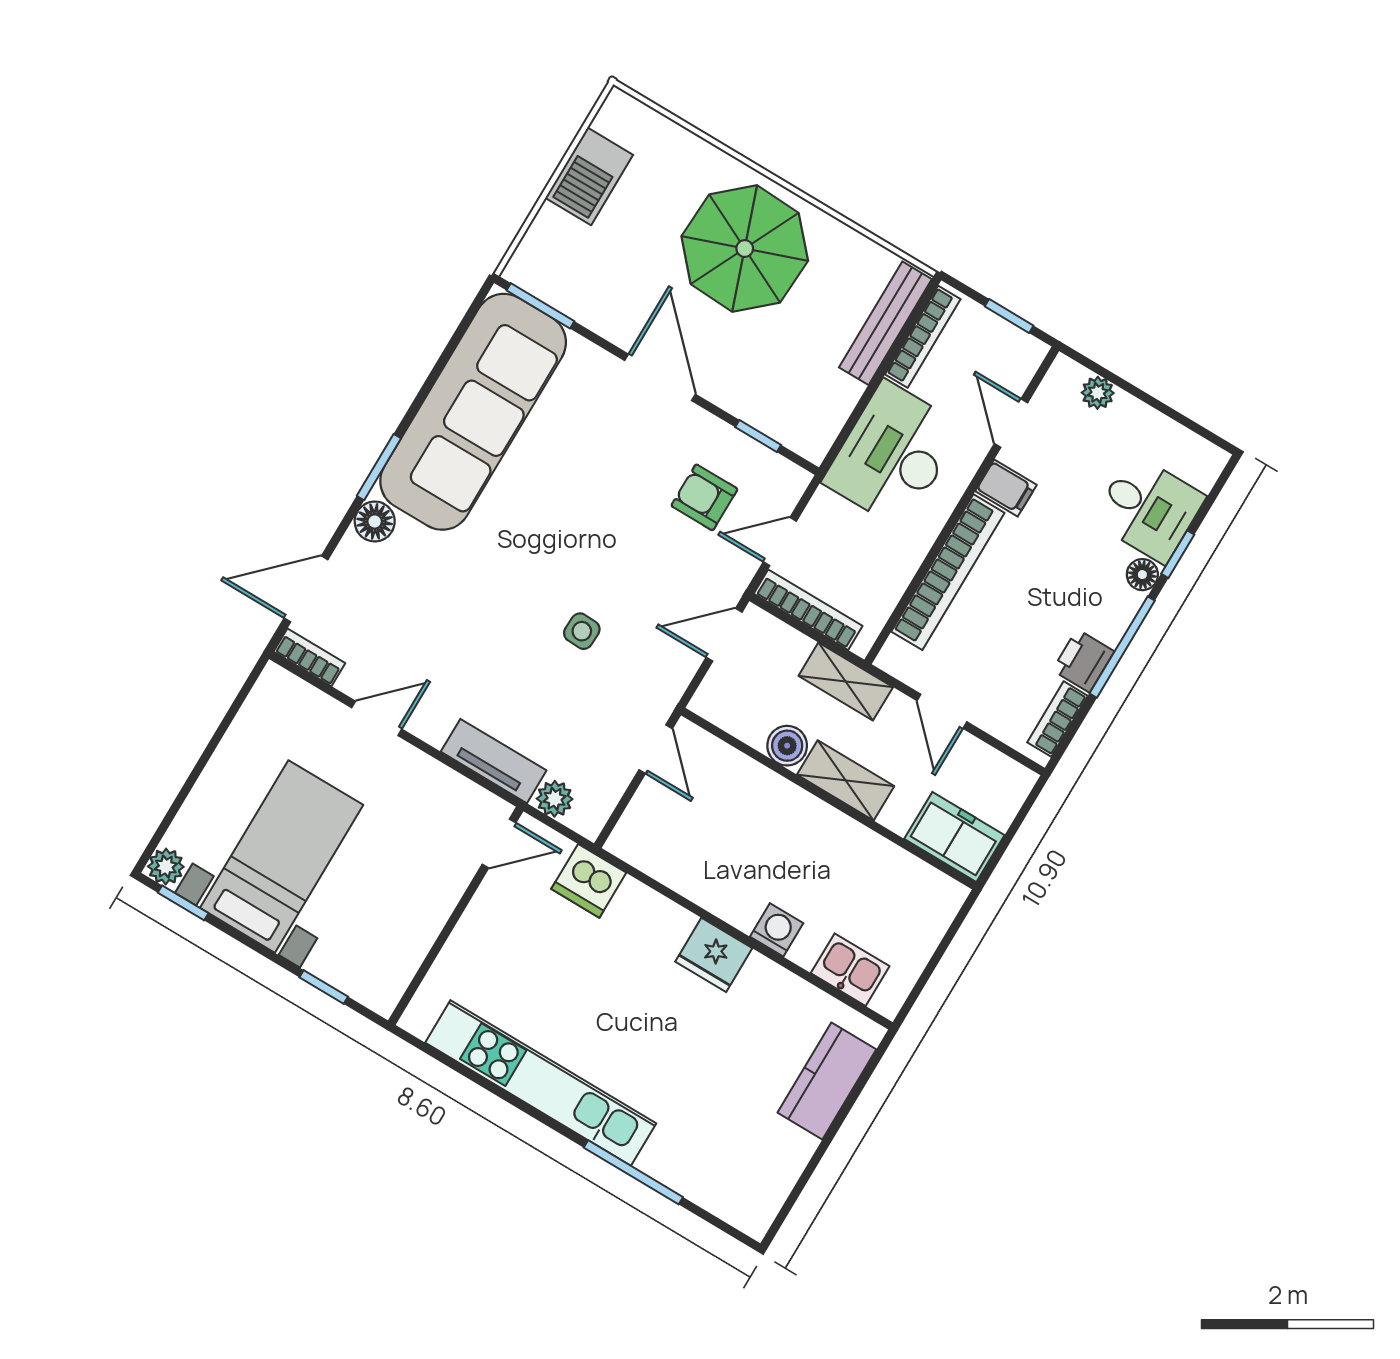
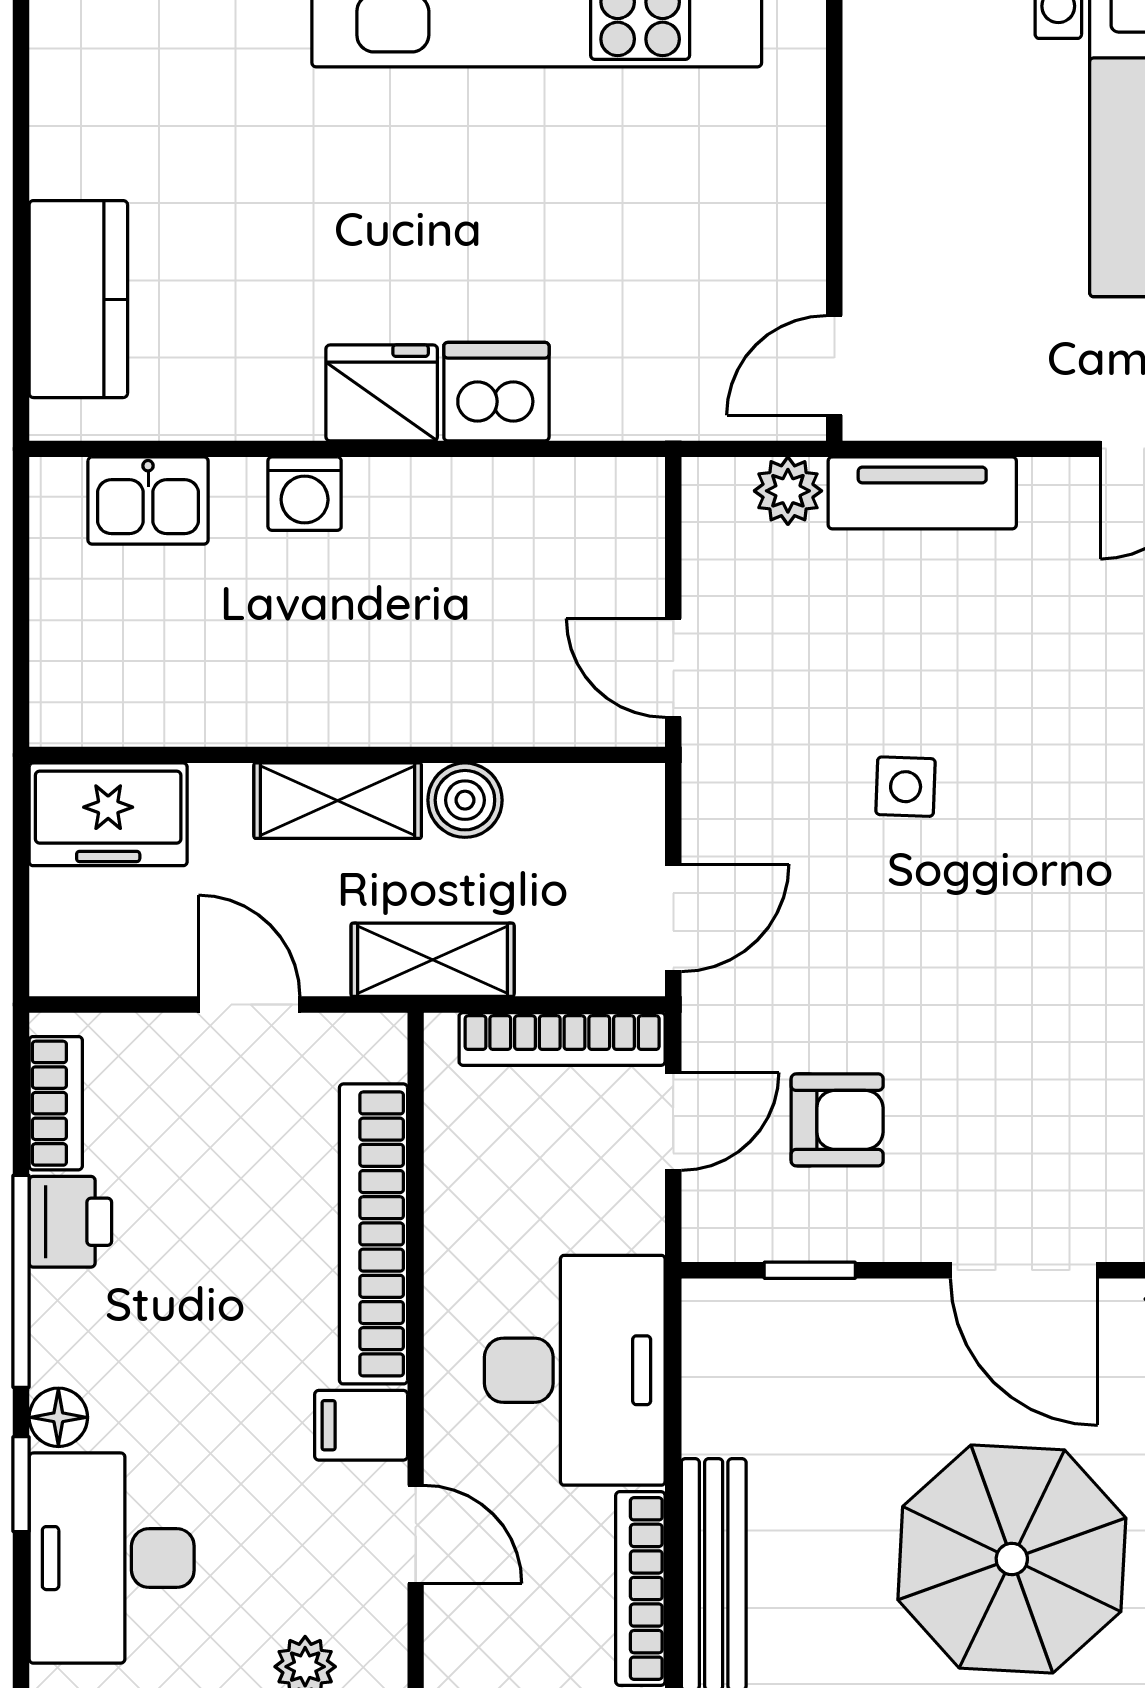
desk: (1149, 509) -> (112, 1558), width x1.37
dishwasher: (589, 881) -> (496, 392), moved

